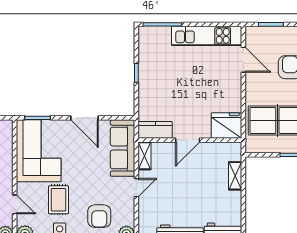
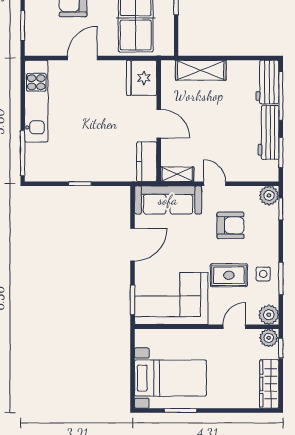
door: (243, 60) -> (82, 58), moved
shelving: (235, 176) -> (201, 70), width x1.50, depth x1.33
armchair: (99, 216) -> (230, 225), moved

